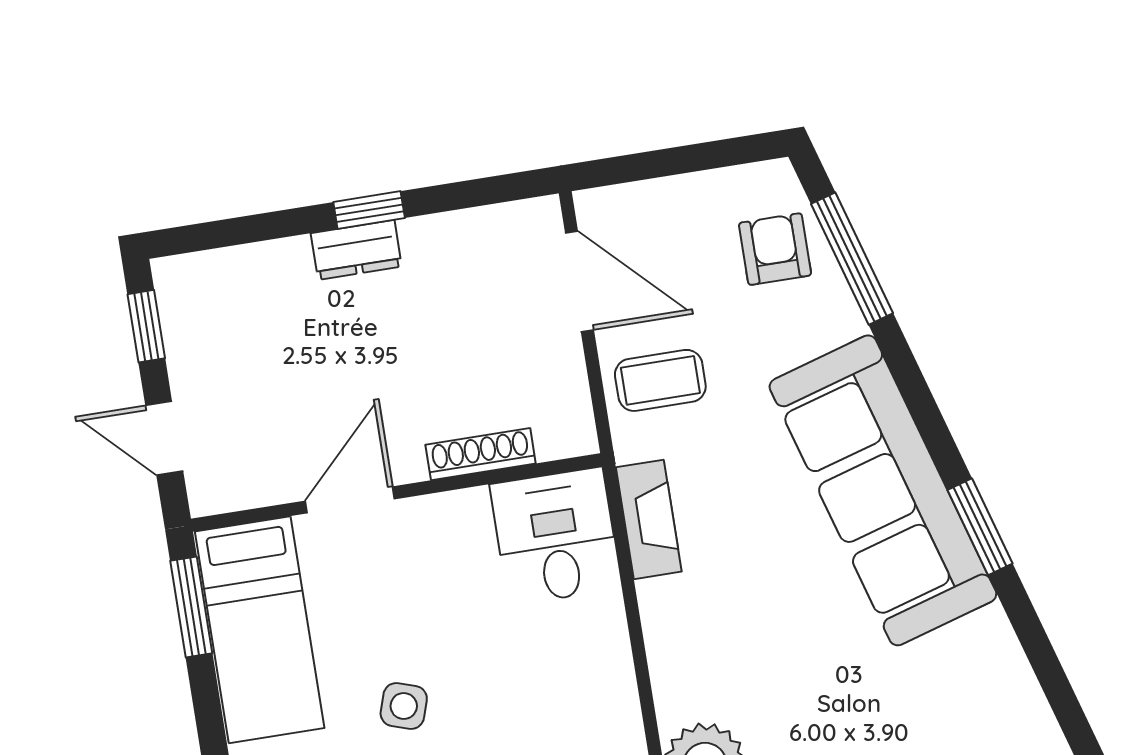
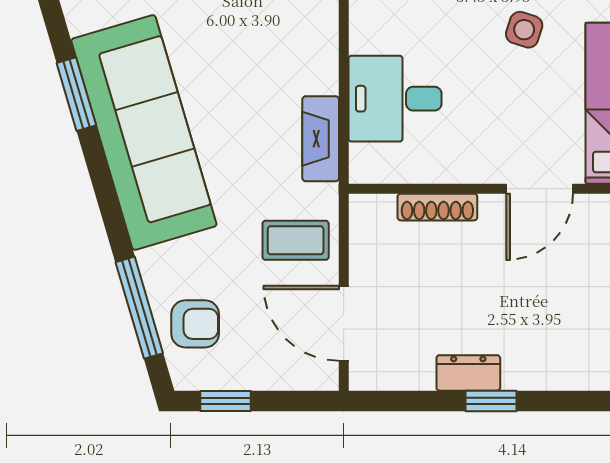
window: (719, 154) -> (226, 401), added
armchair: (775, 249) -> (195, 324), turned -90
dresser: (356, 250) -> (468, 373), moved
desk: (556, 536) -> (395, 99), moved, turned 90

